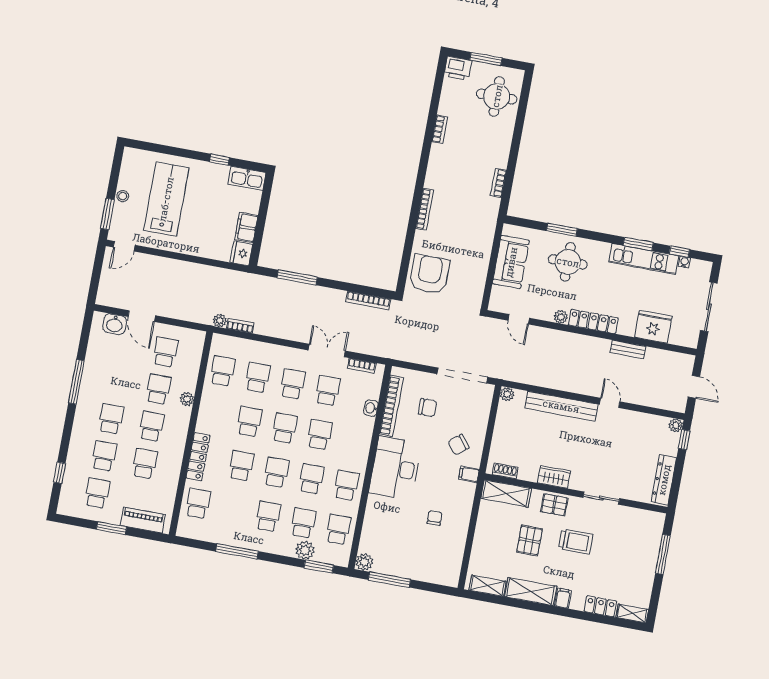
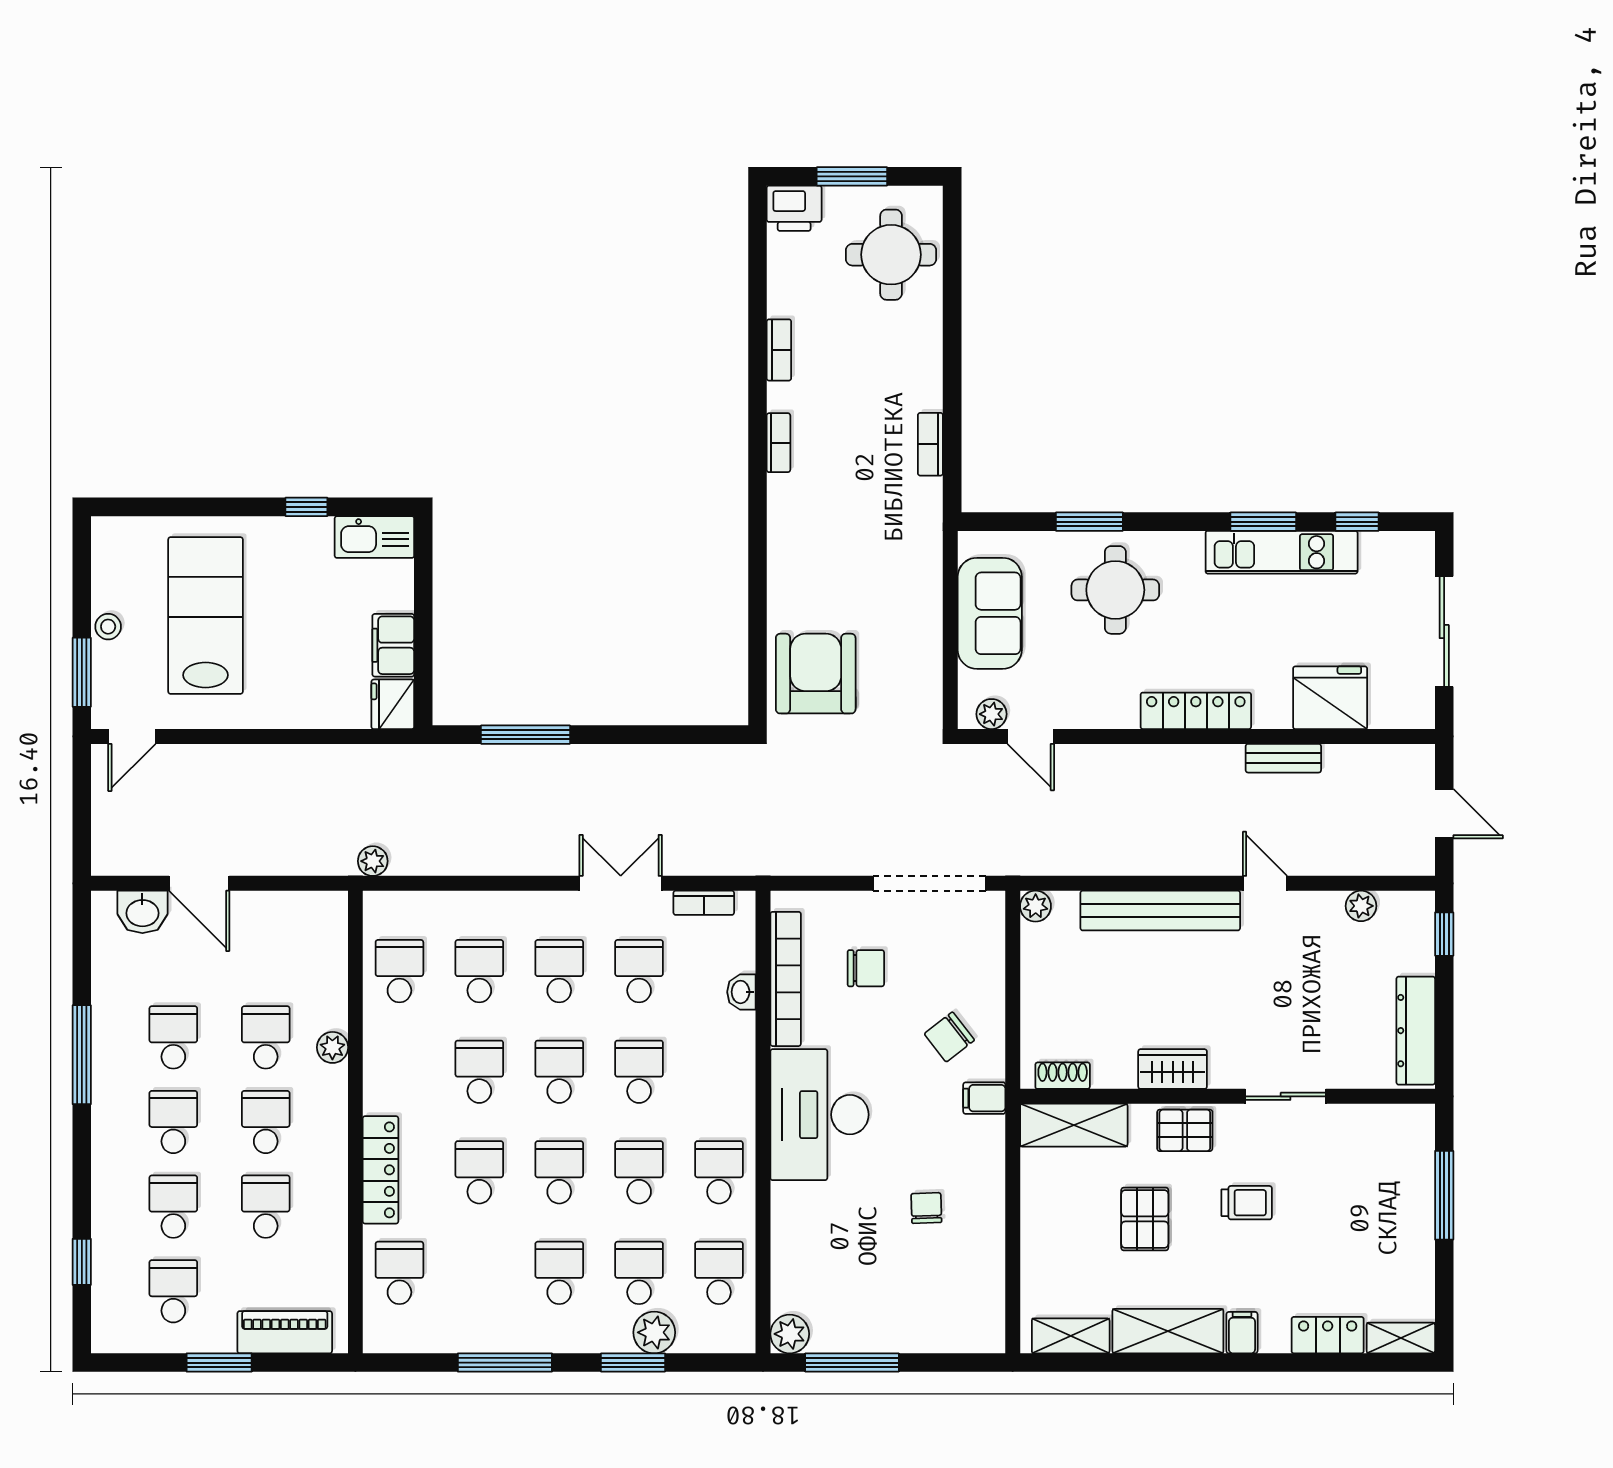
bookcase: (425, 209) -> (778, 443), moved, width x0.64
water cooler: (684, 262) -> (1372, 543), removed
bookcase: (368, 300) -> (692, 756), removed
plant: (561, 317) -> (991, 714), moved
bookcase: (240, 326) -> (420, 864), removed
school desk: (165, 352) -> (173, 1037), moved
plant: (676, 425) -> (1361, 906), moved
trolley: (576, 542) -> (1247, 1203), width x0.73, depth x0.72
window: (319, 567) -> (633, 1363), moved

